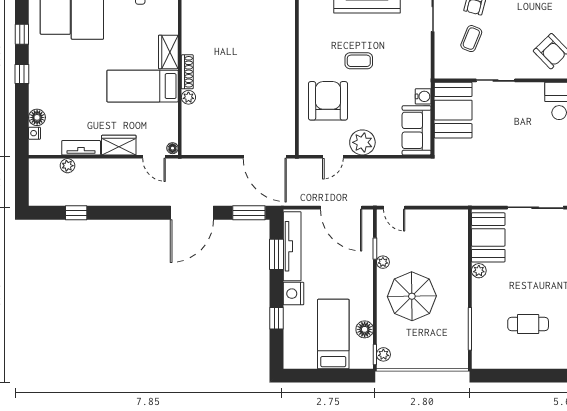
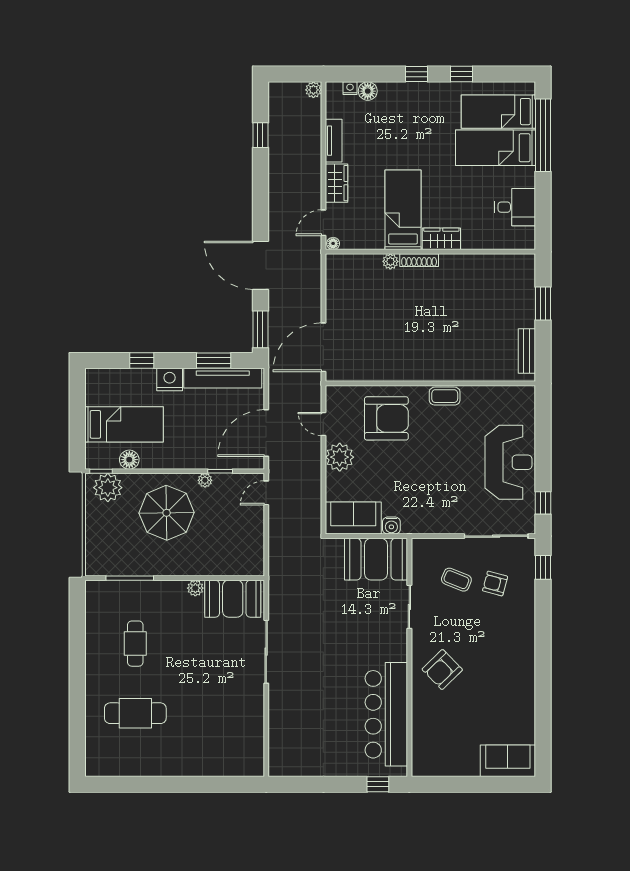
coffee table: (359, 61) -> (445, 396), moved, turned 90
plant: (68, 166) -> (313, 90), moved
plant: (383, 354) -> (108, 488), width x1.87, depth x1.87

